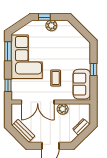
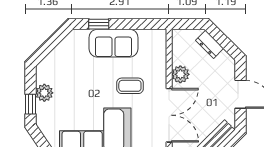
window: (93, 69) -> (99, 24), moved
sofa: (82, 84) -> (114, 43), moved

